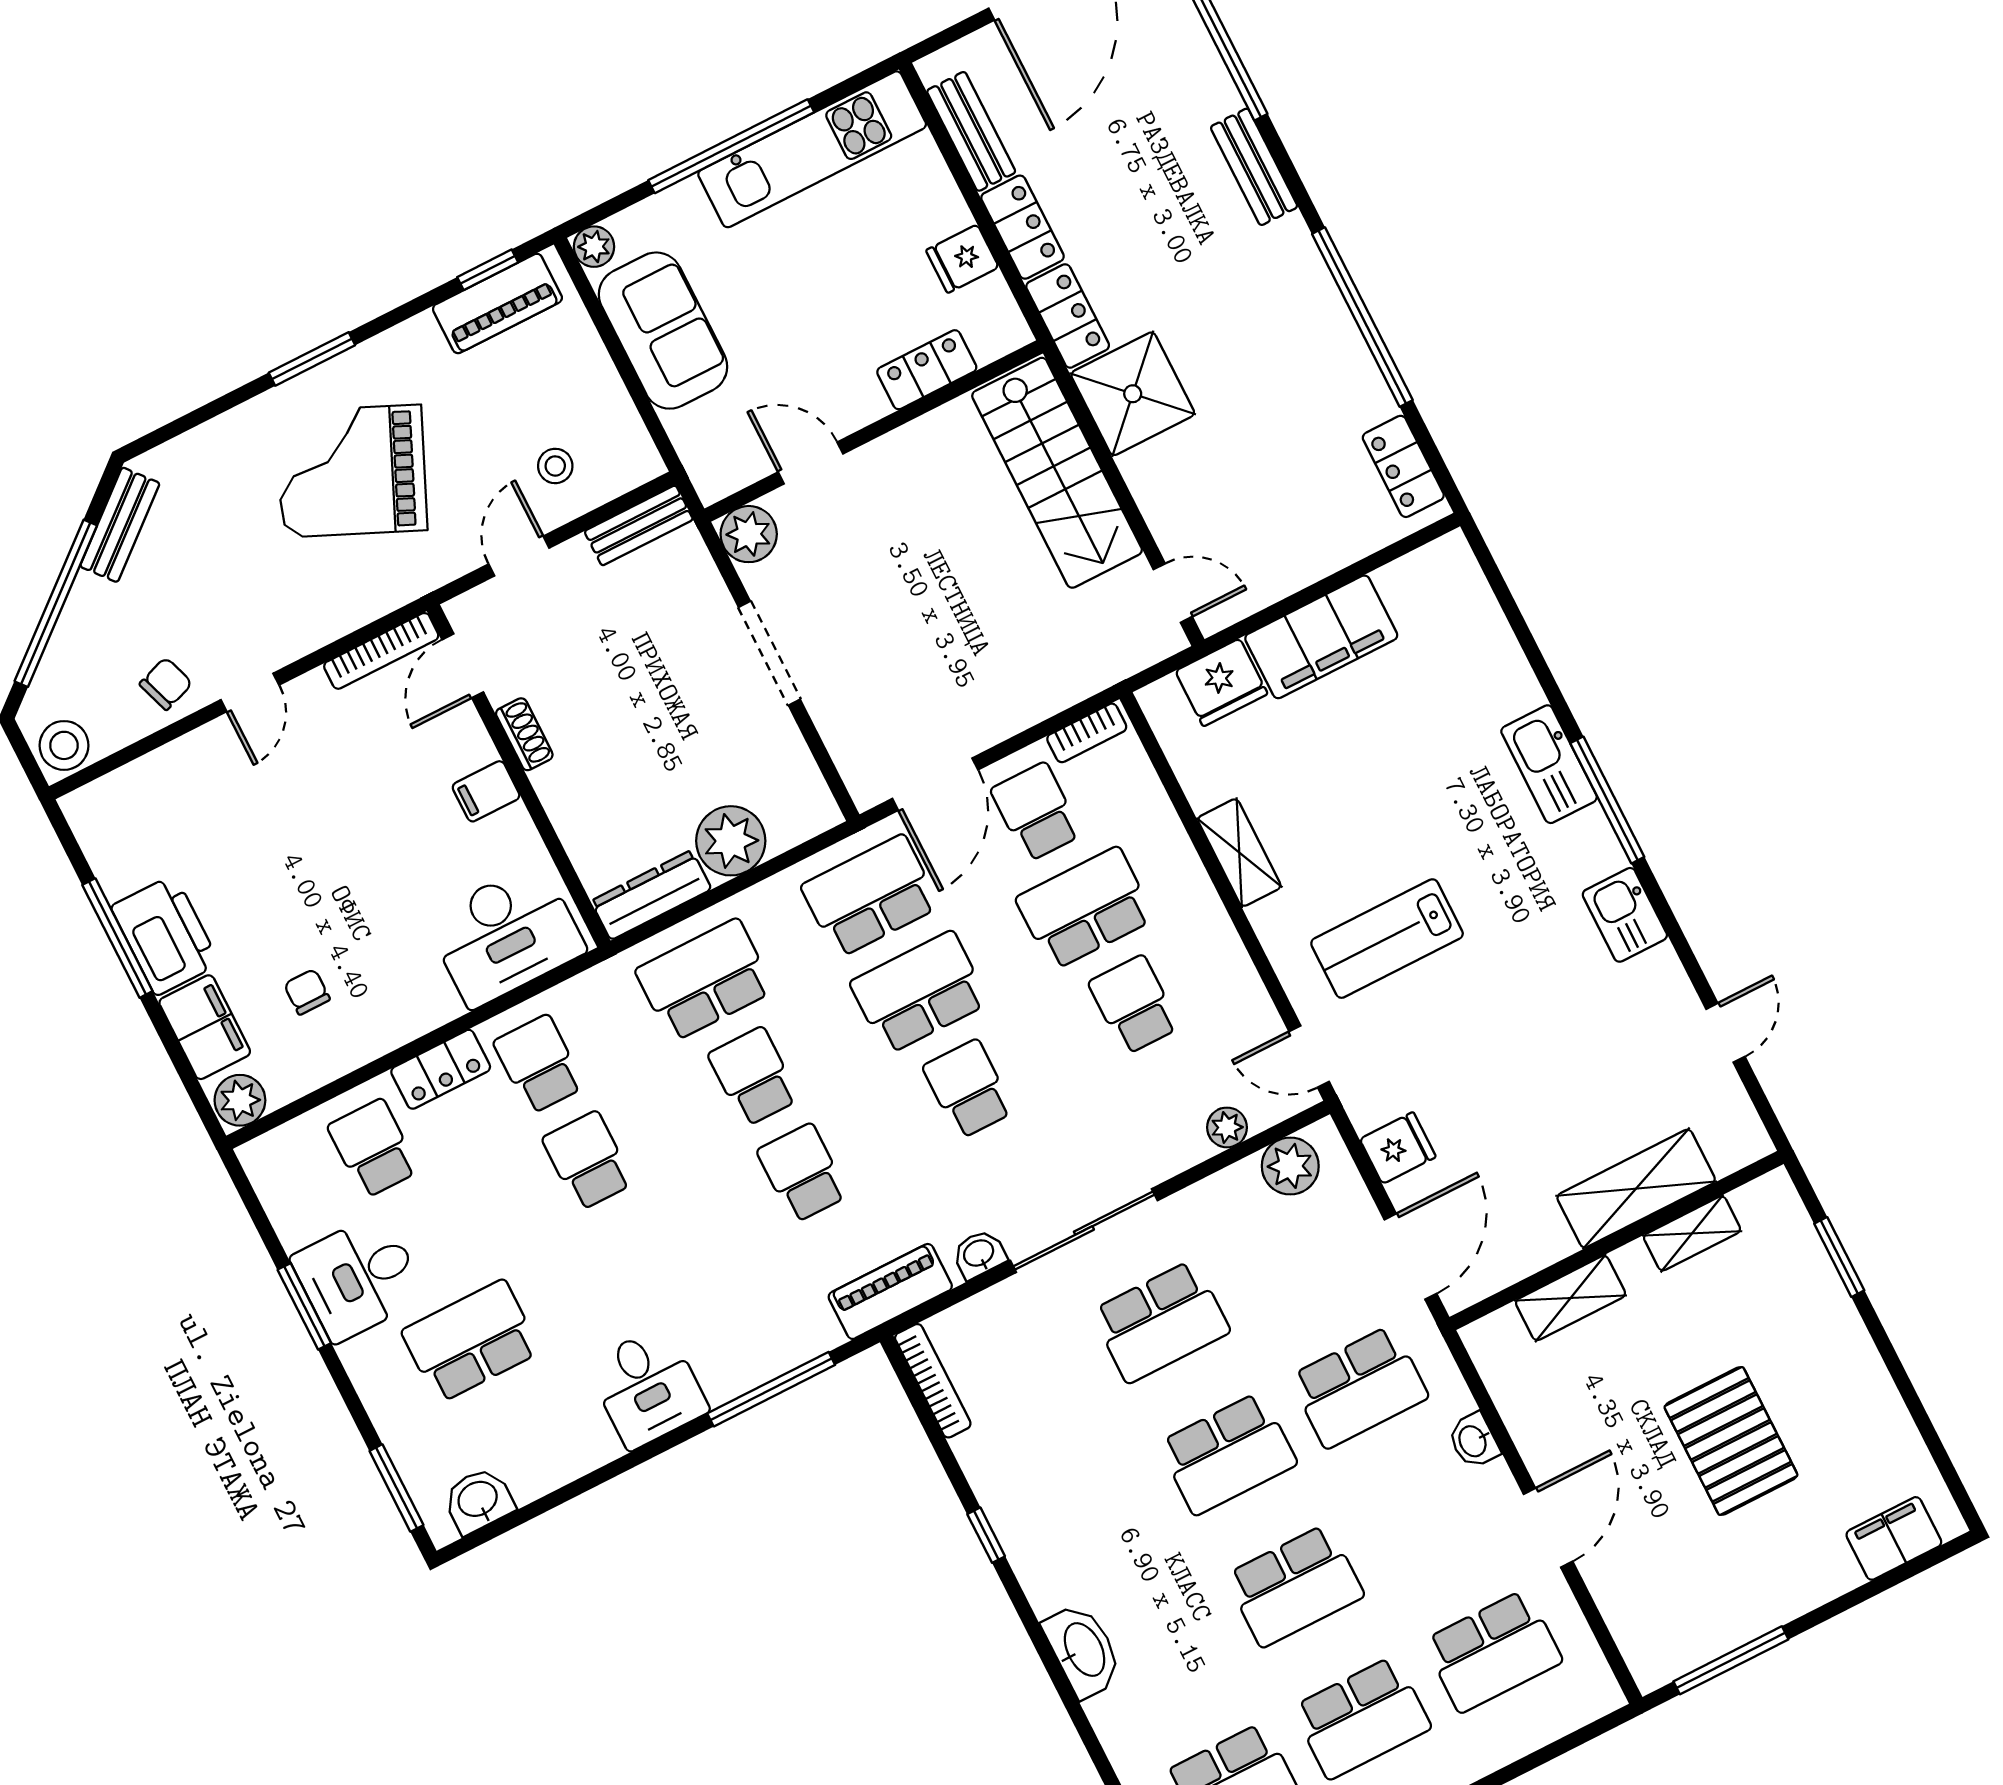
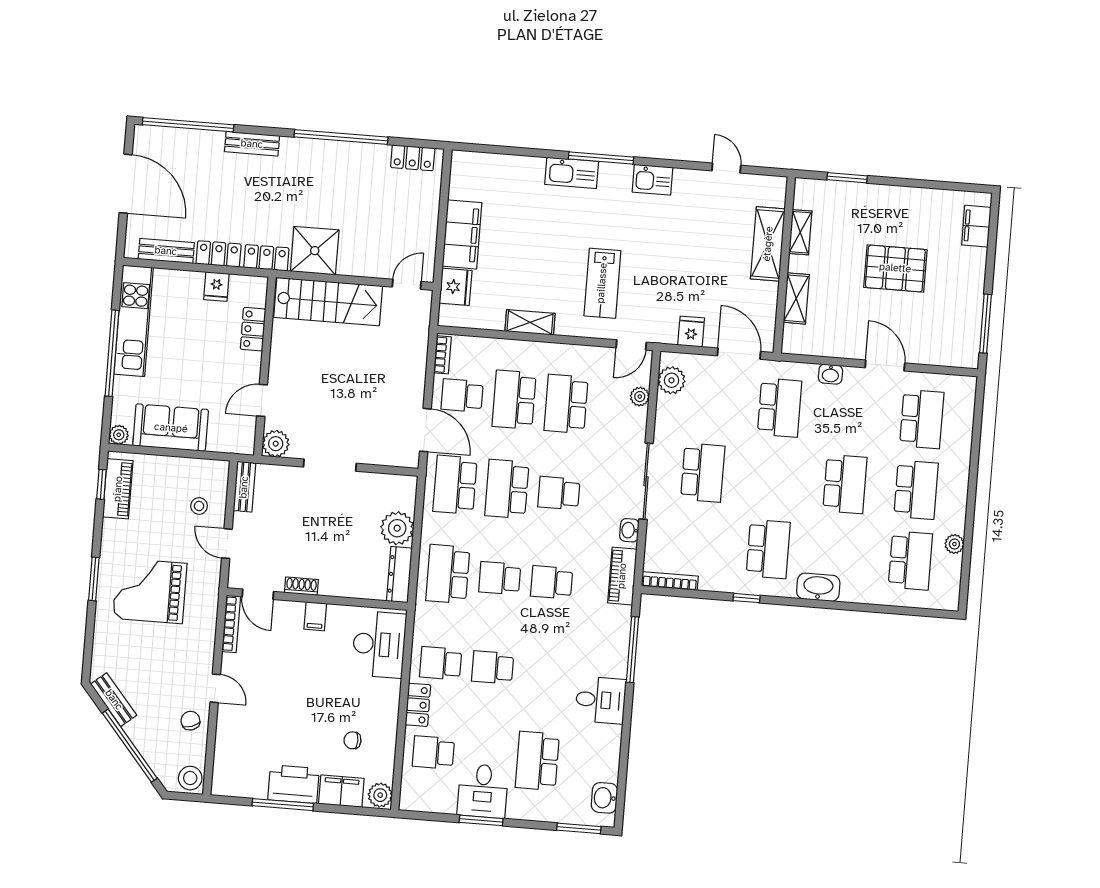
grand piano: (352, 471) -> (150, 591), turned 66
school desk: (1134, 1005) -> (566, 404), width x1.85
school desk: (1228, 1454) -> (768, 549), moved

